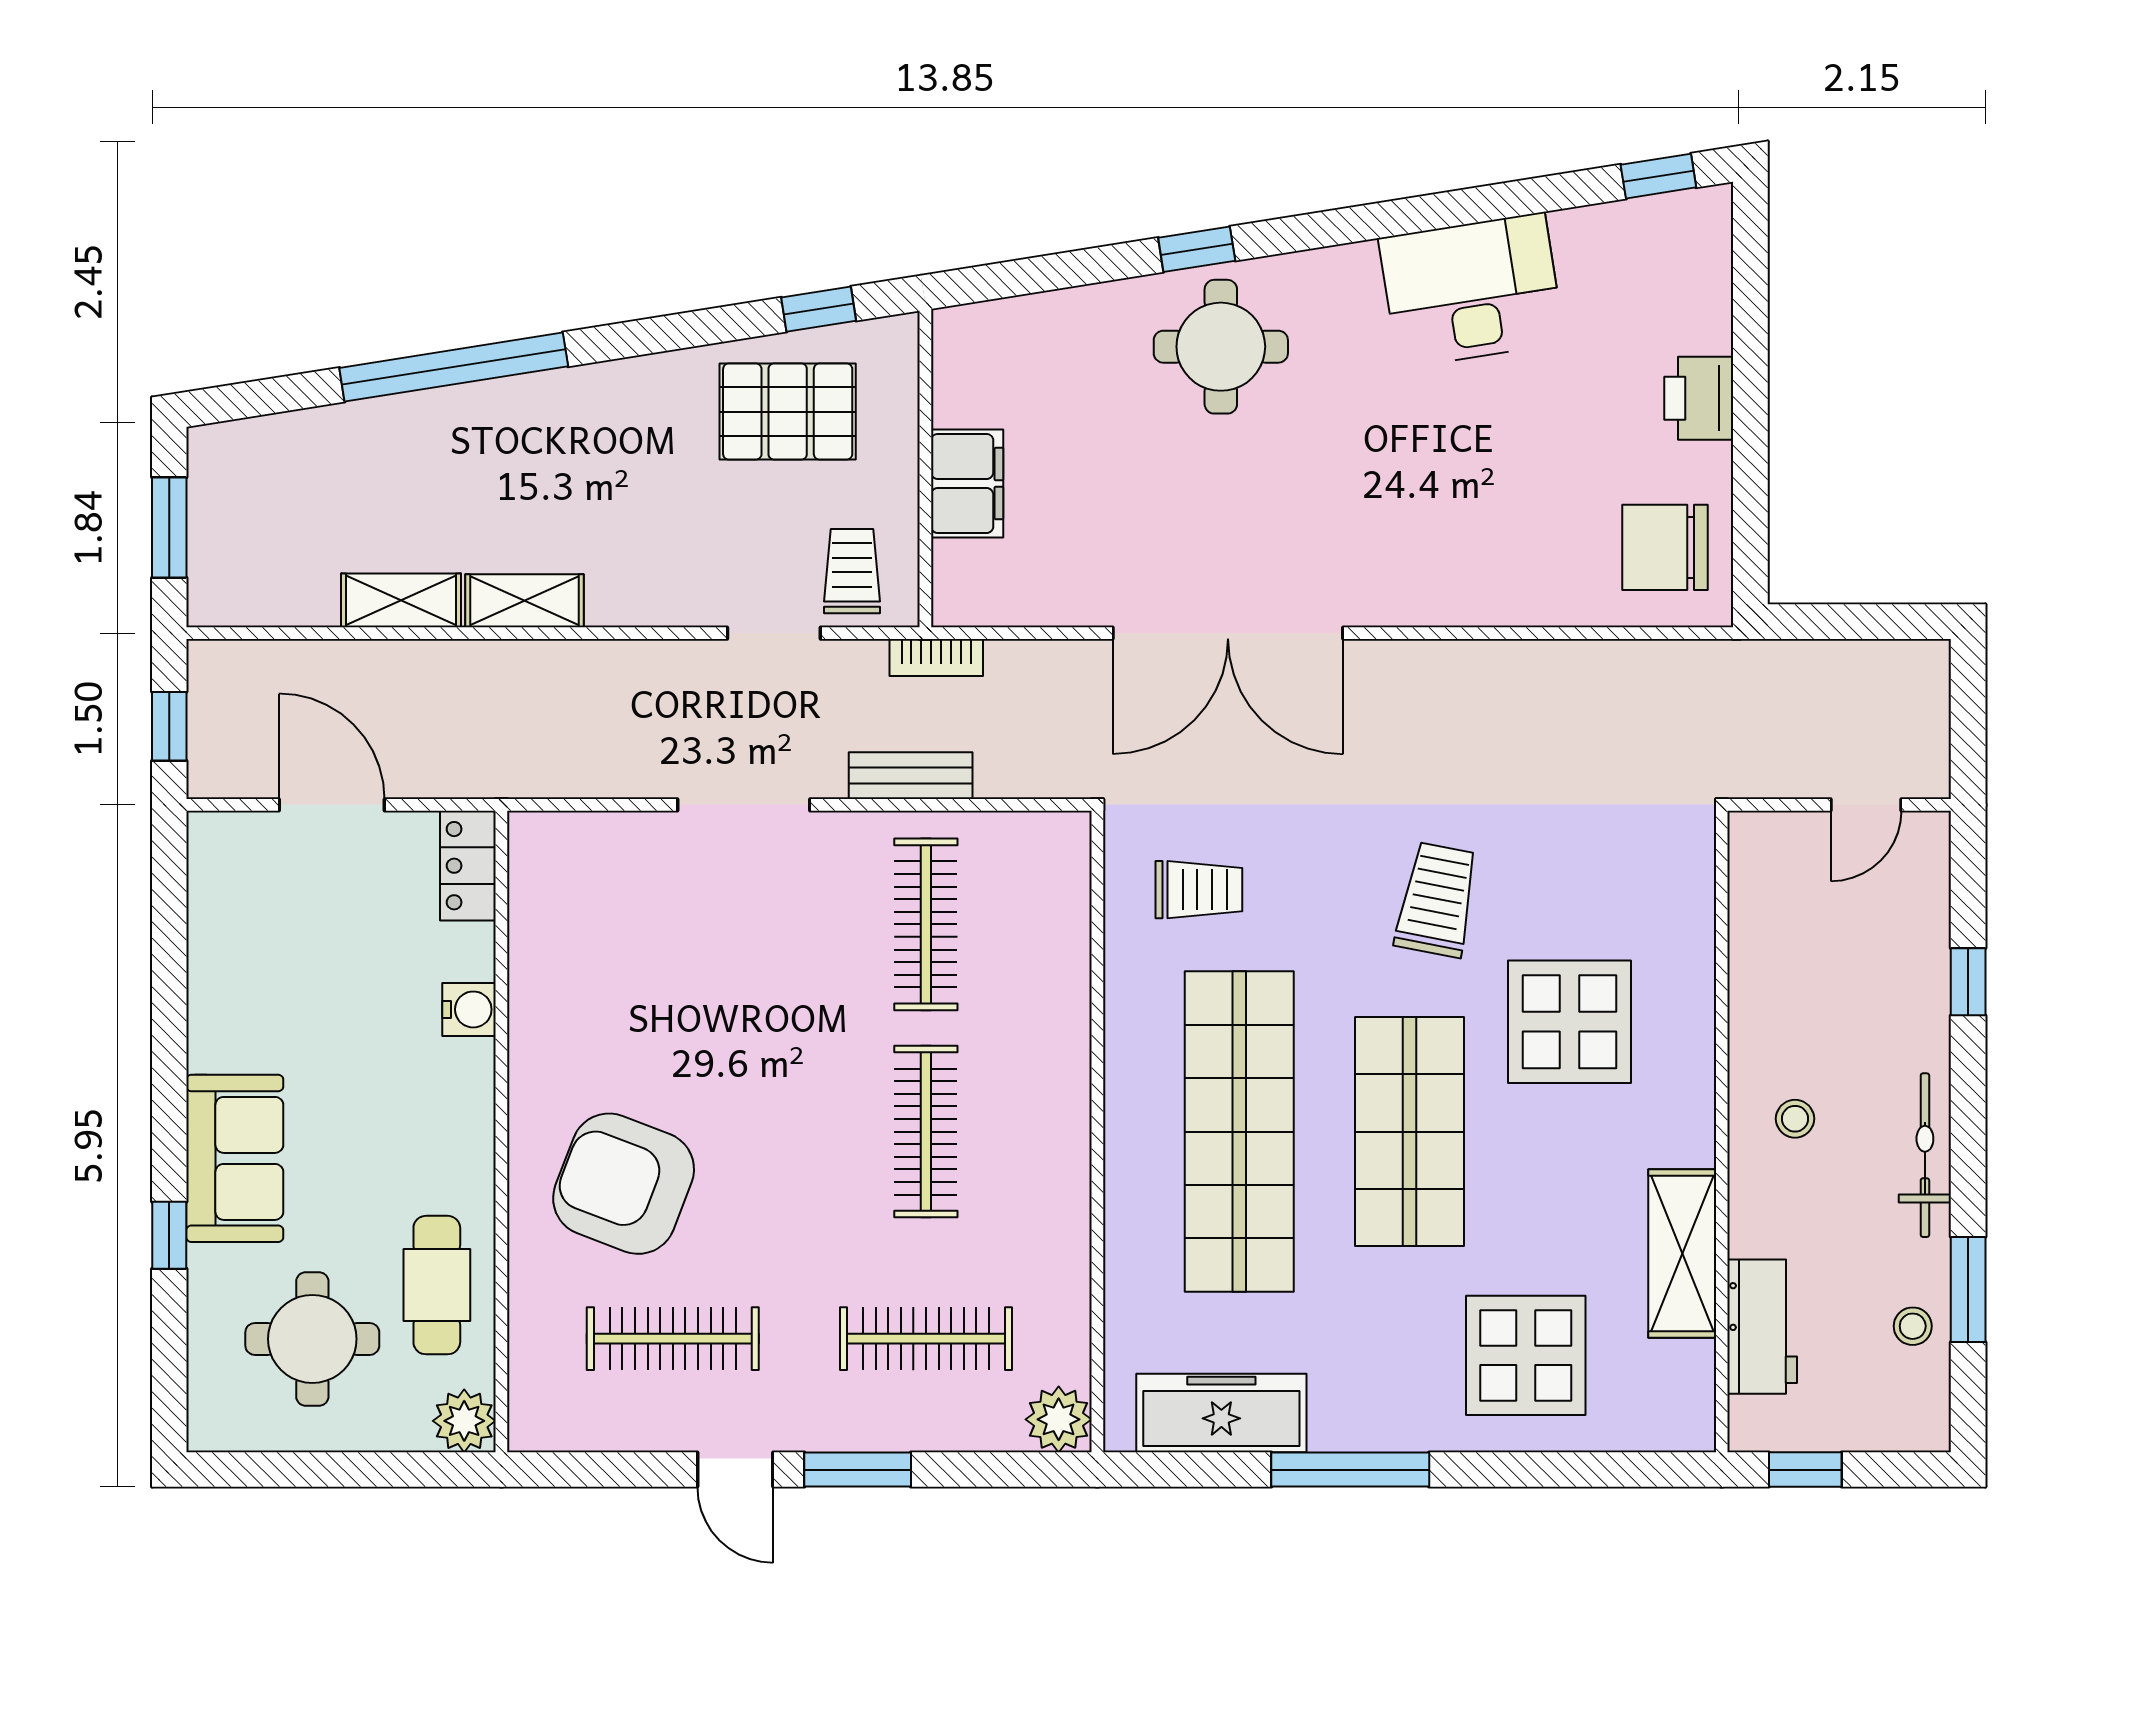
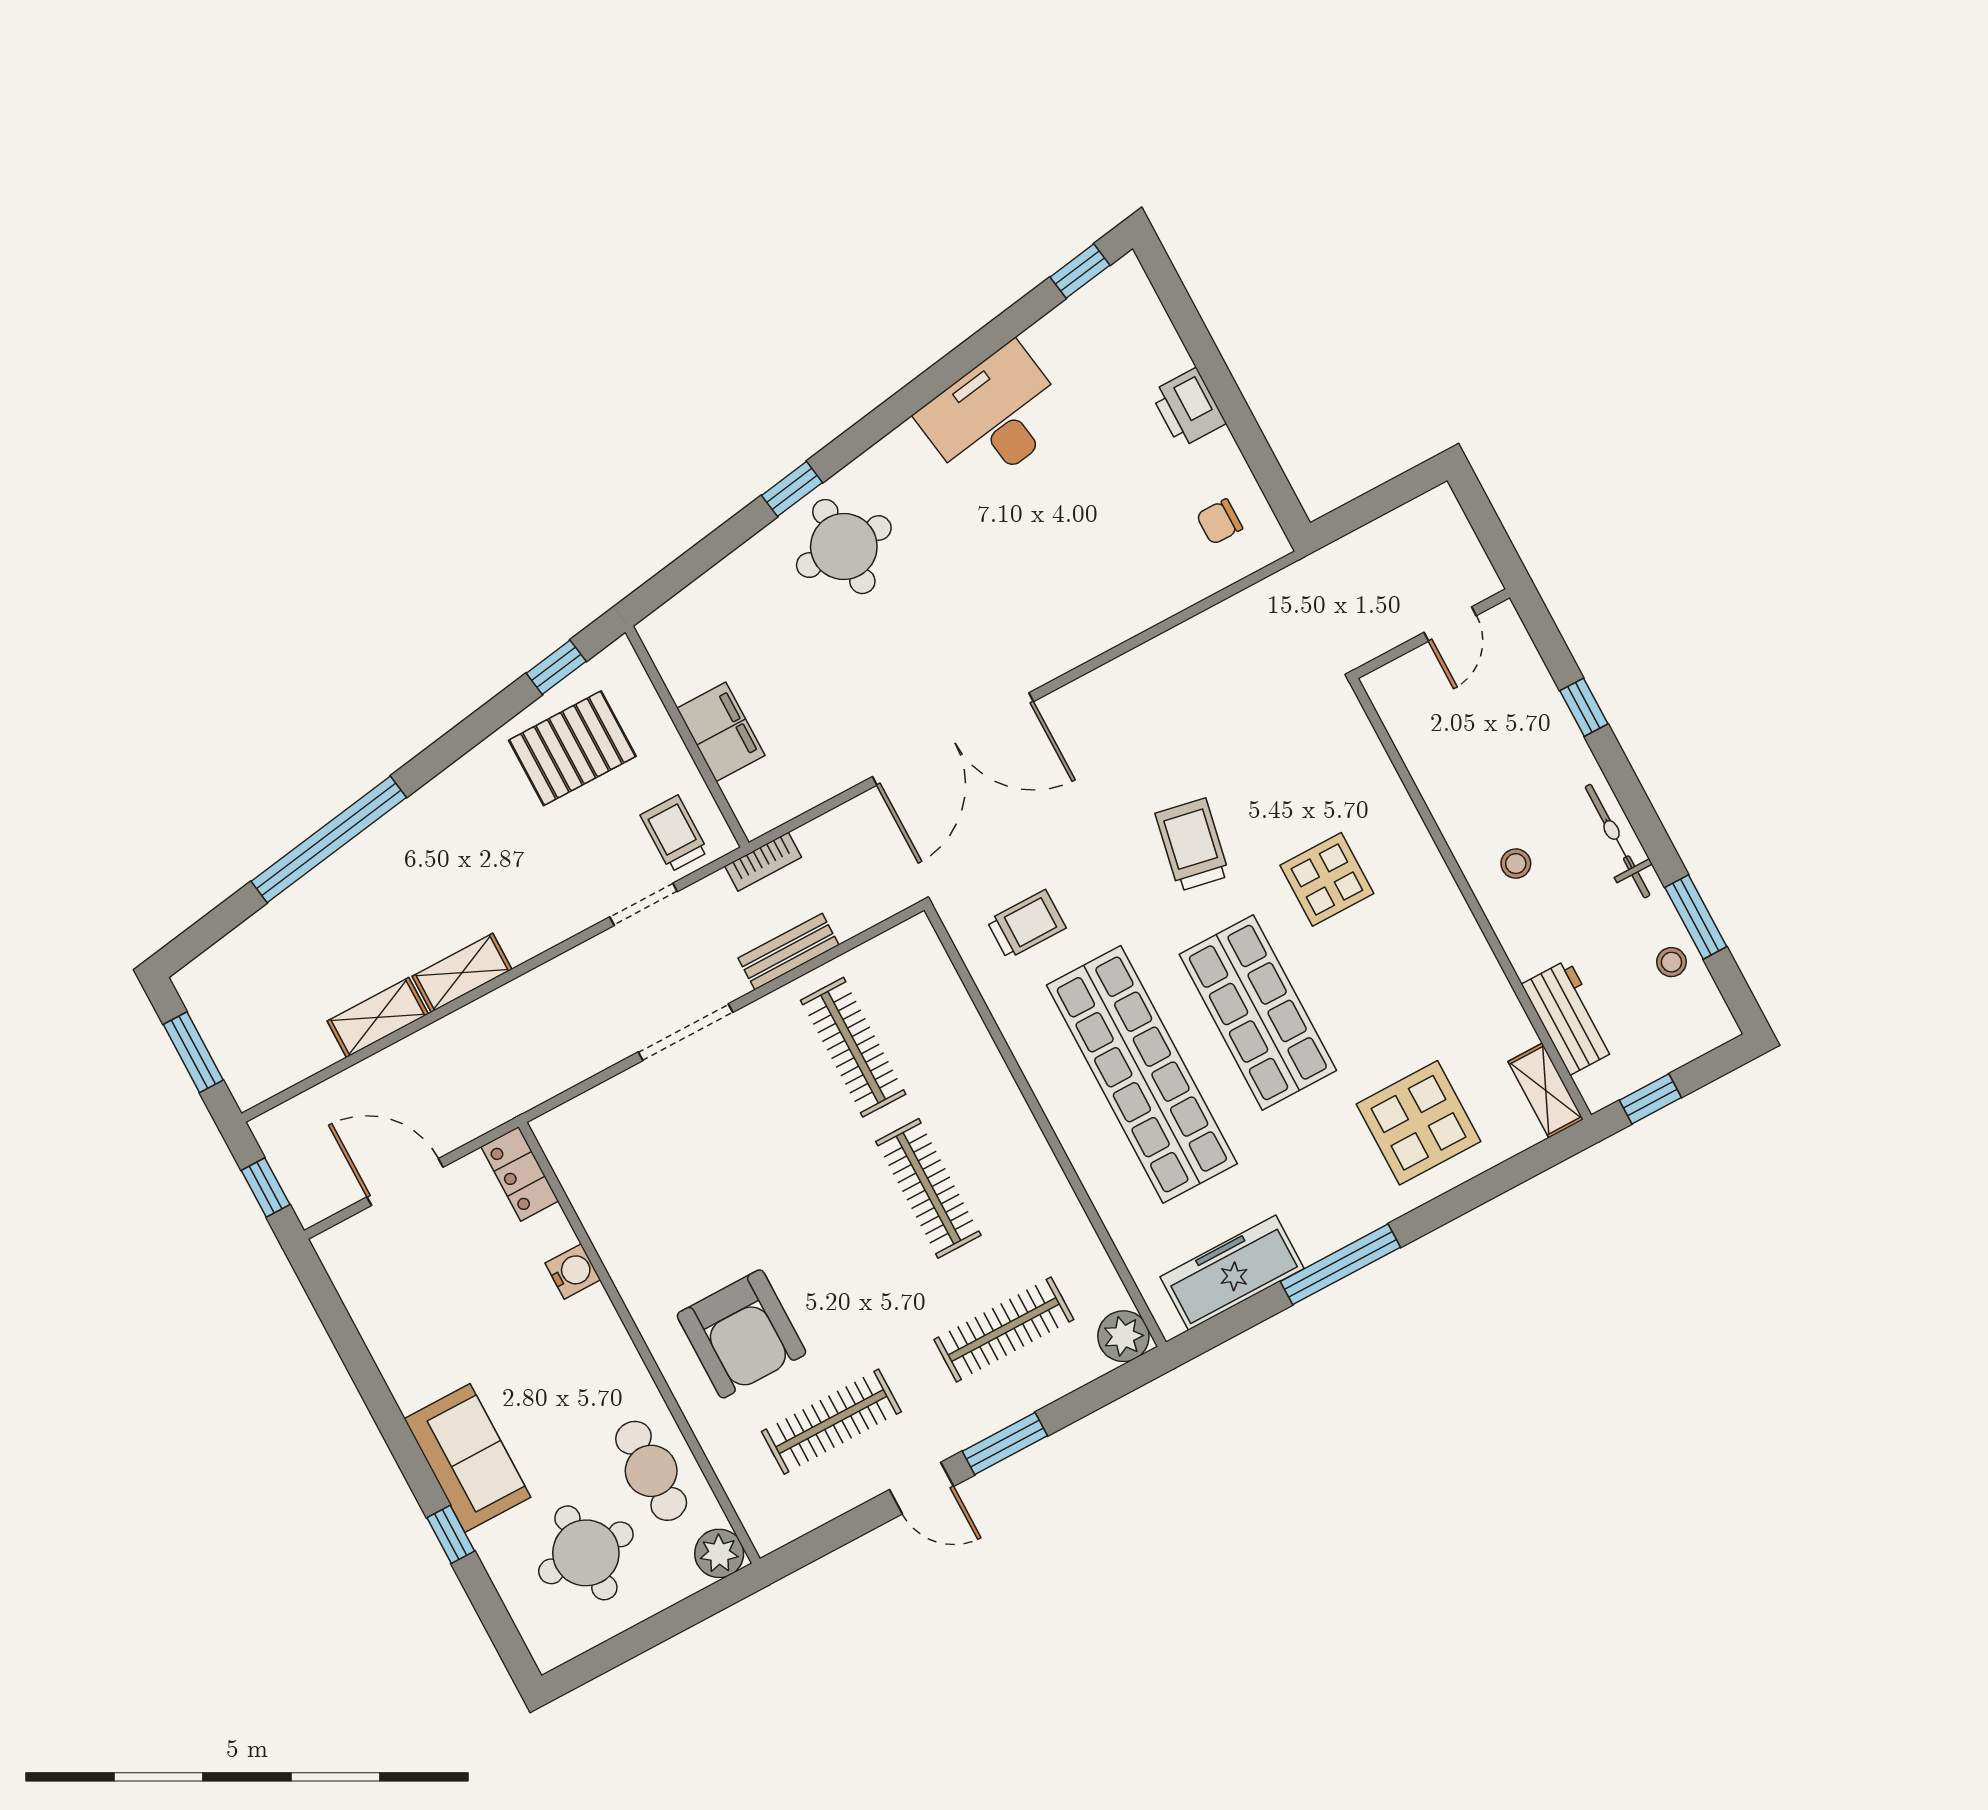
chair: (1665, 547) -> (1219, 522), width x0.54, depth x0.54
display table: (1570, 1022) -> (1327, 879), width x0.73, depth x0.73
armchair: (624, 1184) -> (741, 1334), turned -111
shelving: (1682, 1254) -> (1546, 1090), moved, width x0.67, depth x0.75

